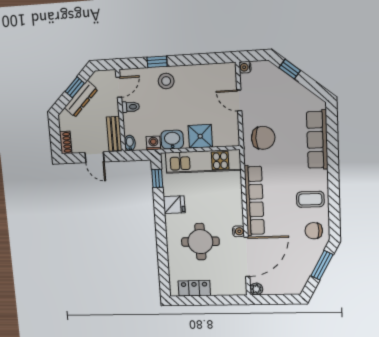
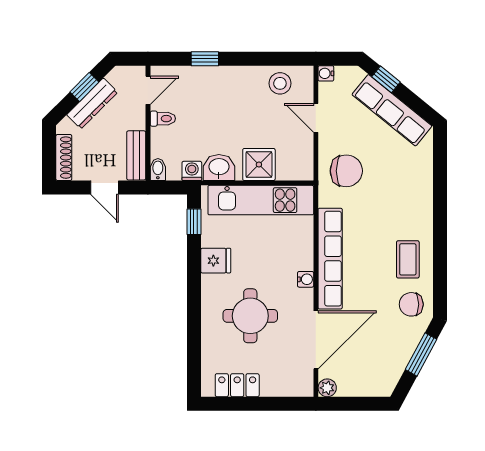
stool: (166, 81) -> (280, 83), moved
row of seats: (317, 140) -> (392, 110), moved, turned -51
shoe rack: (66, 142) -> (64, 158), width x1.43
coffee table: (310, 199) -> (408, 259), turned 90
water cooler: (238, 231) -> (306, 279), moved

